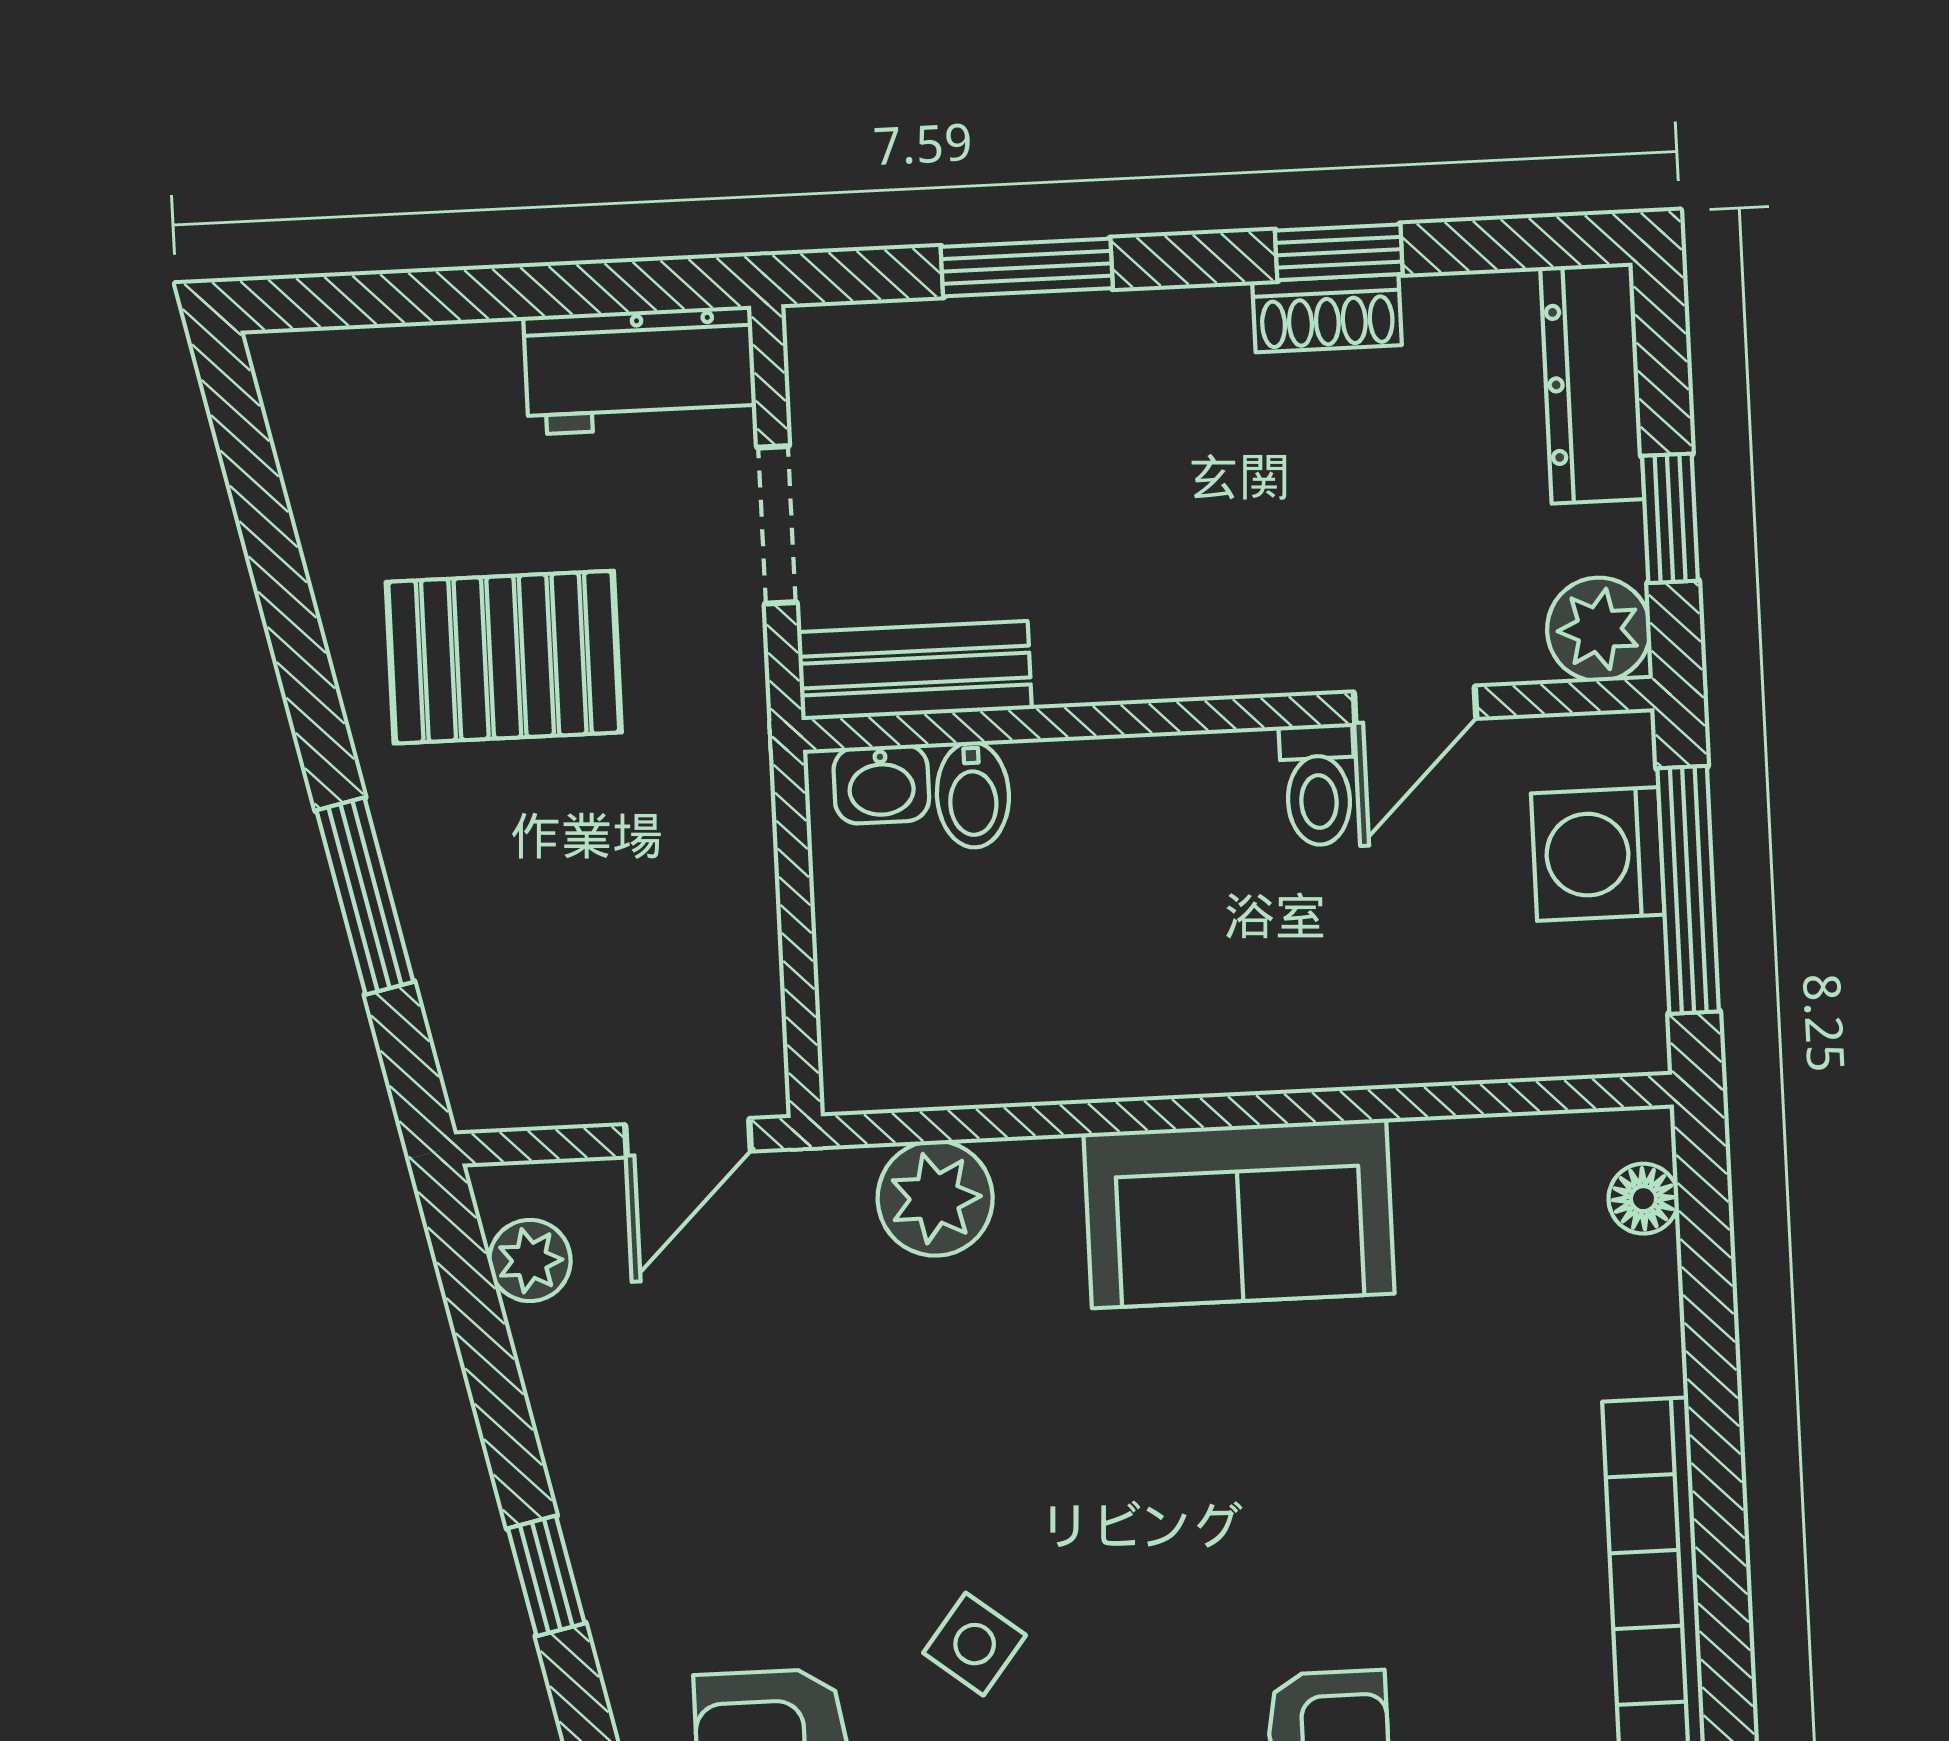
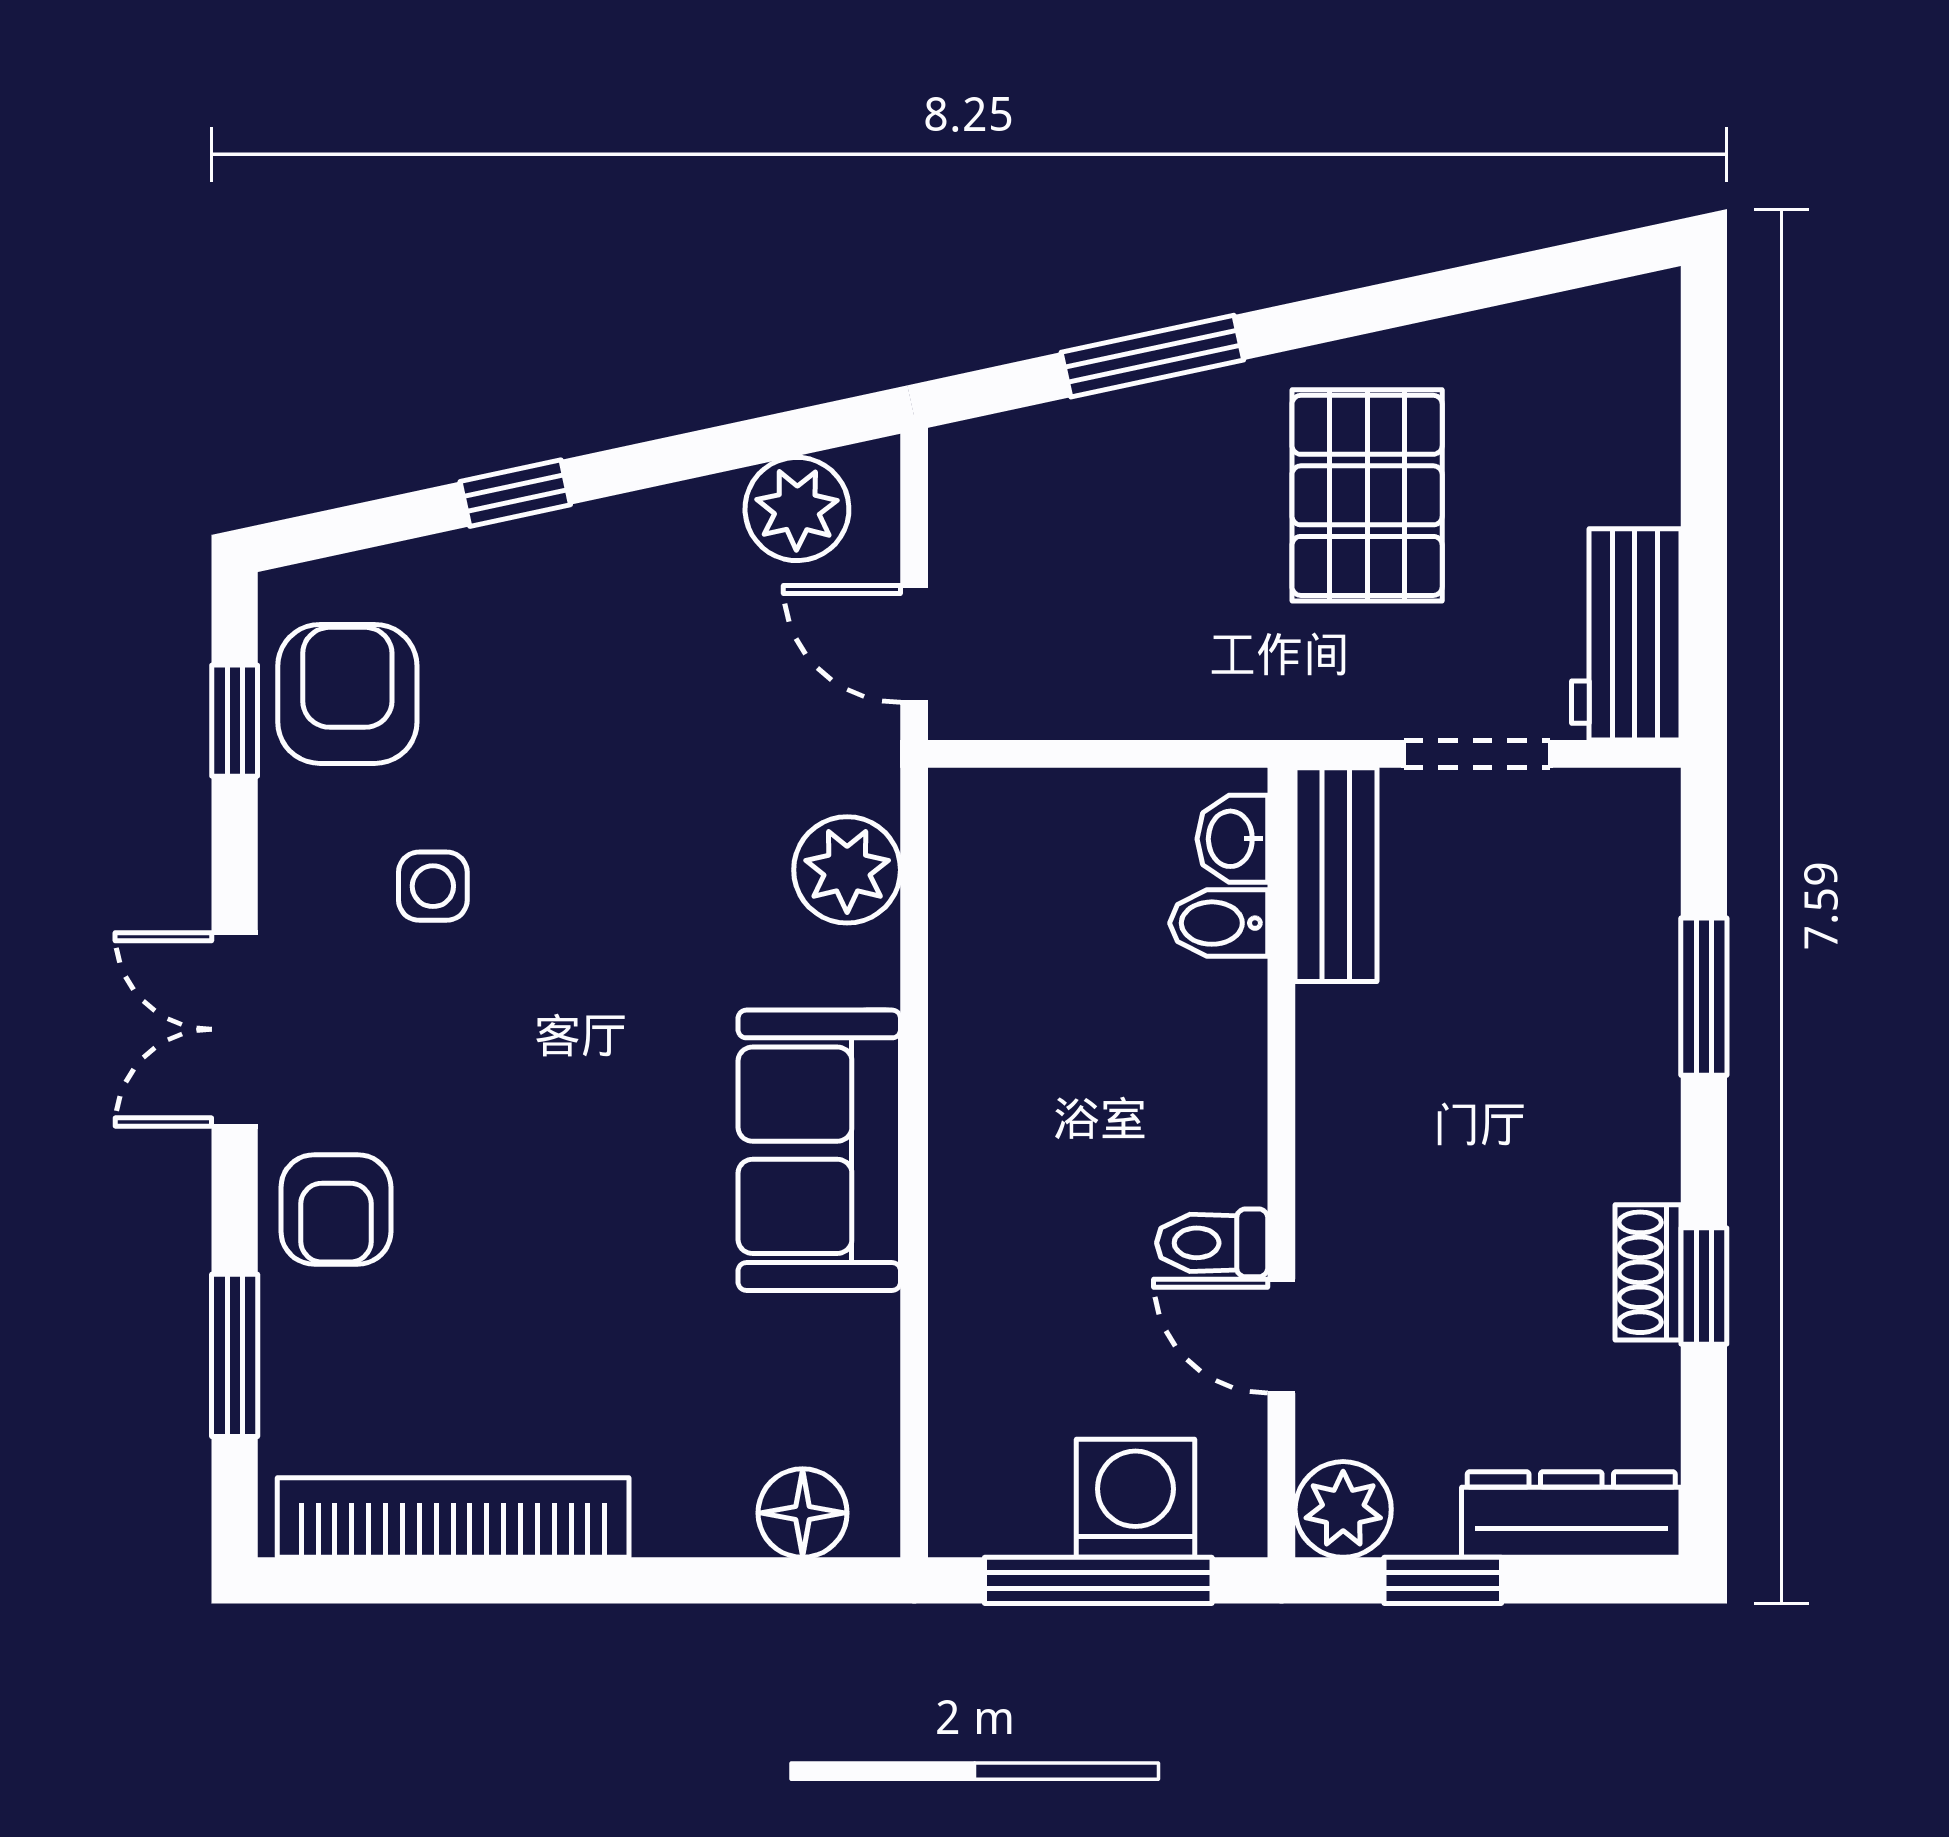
floor lamp: (1643, 1199) -> (803, 1513), width x1.37, depth x1.37
plant: (530, 1260) -> (797, 509), width x1.38, depth x1.38
side table: (975, 1644) -> (433, 886), turned -38

